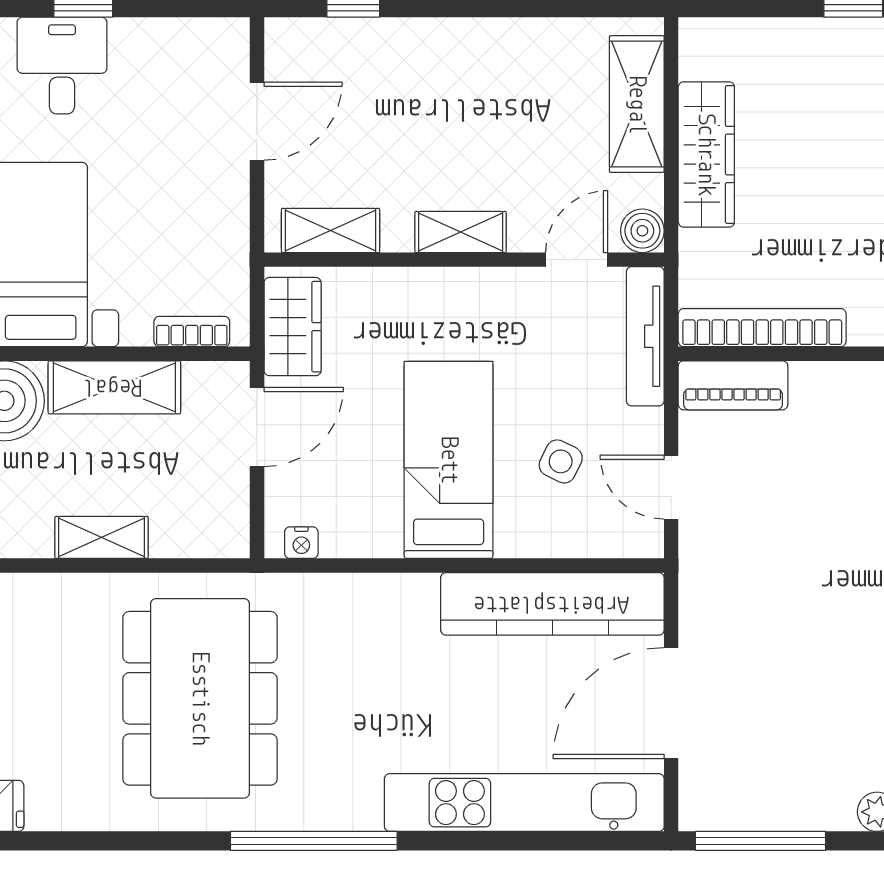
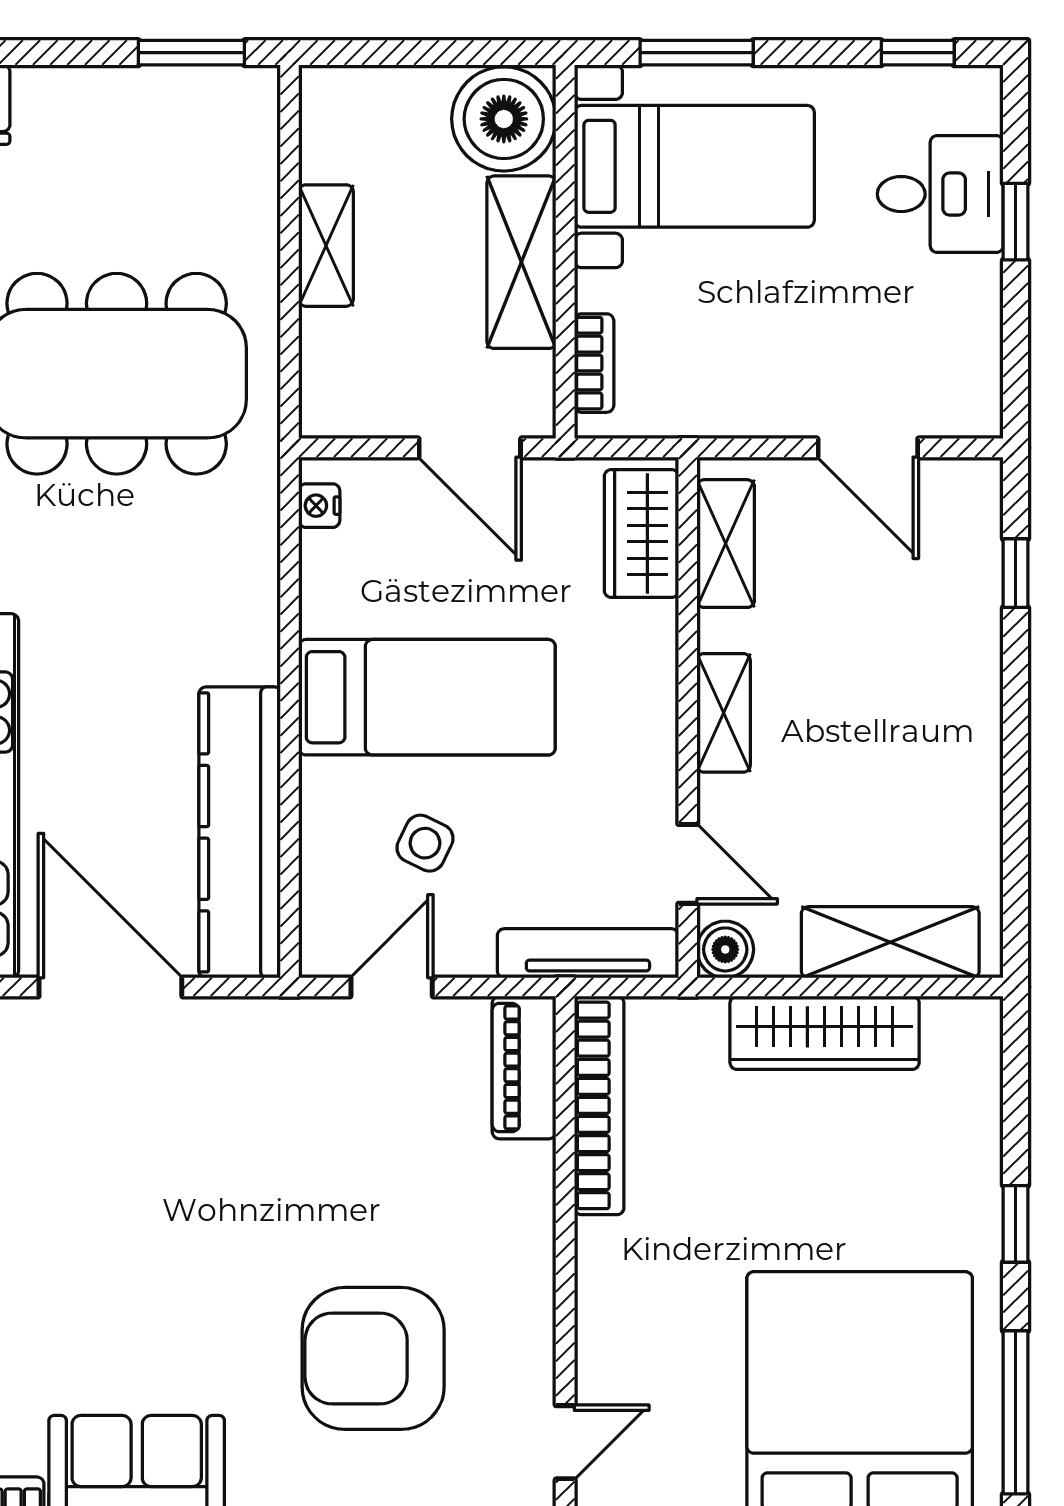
wardrobe: (293, 327) -> (641, 533), moved, turned 90

